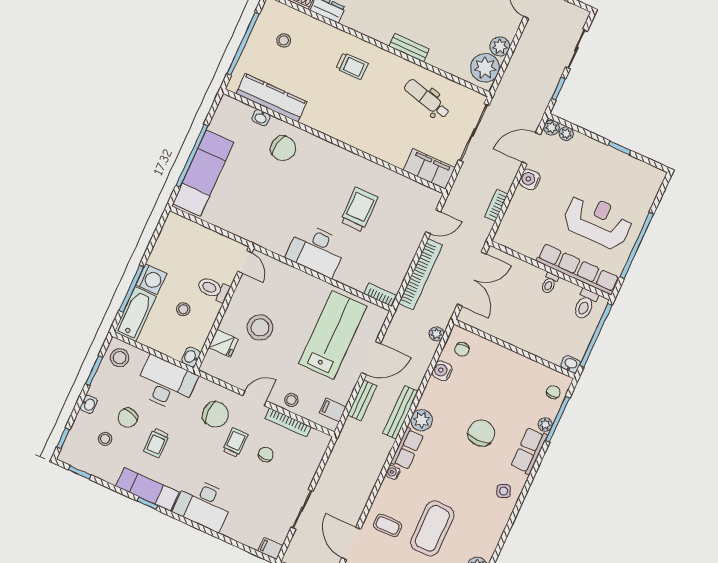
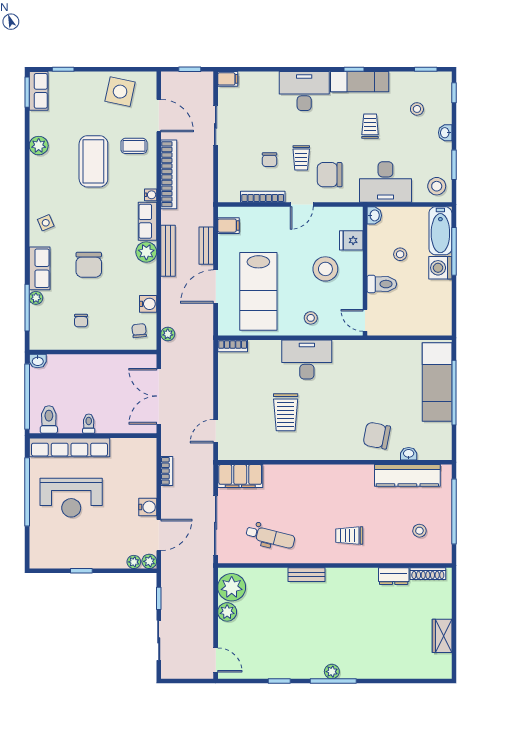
bookcase: (421, 274) -> (169, 174), moved, turned 180
chair: (553, 392) -> (81, 321), moved
stool: (291, 400) -> (311, 318), moved
chair: (128, 418) -> (405, 137), removed

